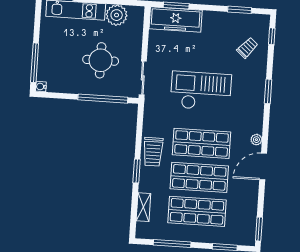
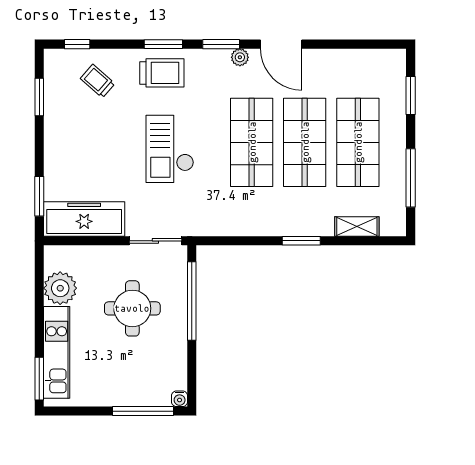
freezer: (176, 20) -> (84, 219), moved, turned -90
checkout: (201, 91) -> (170, 149), width x0.73, depth x0.83
trolley: (153, 152) -> (162, 73), moved
window: (259, 229) -> (221, 44), moved

